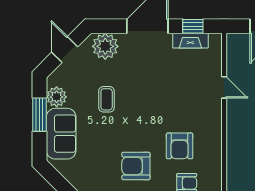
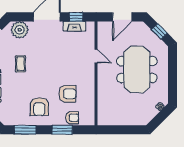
armchair: (180, 146) -> (67, 94), turned -90
armchair: (136, 166) -> (39, 107), turned -90

